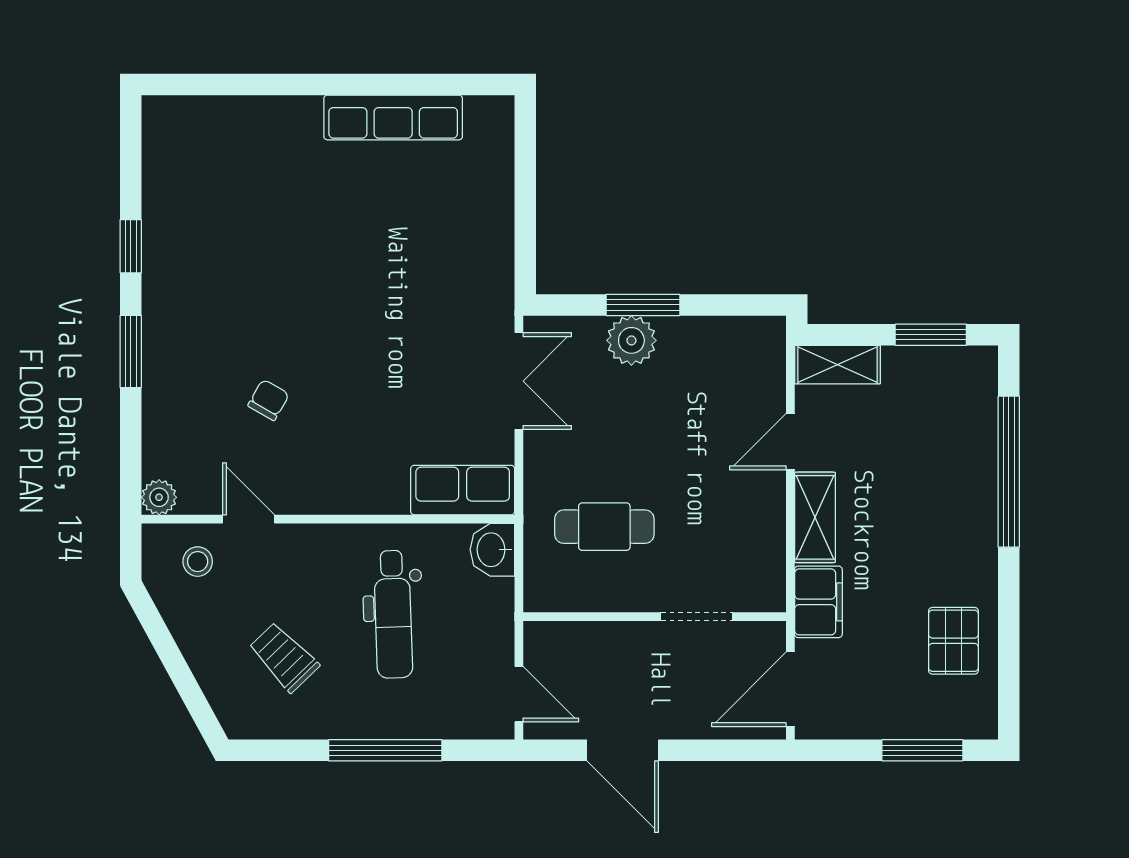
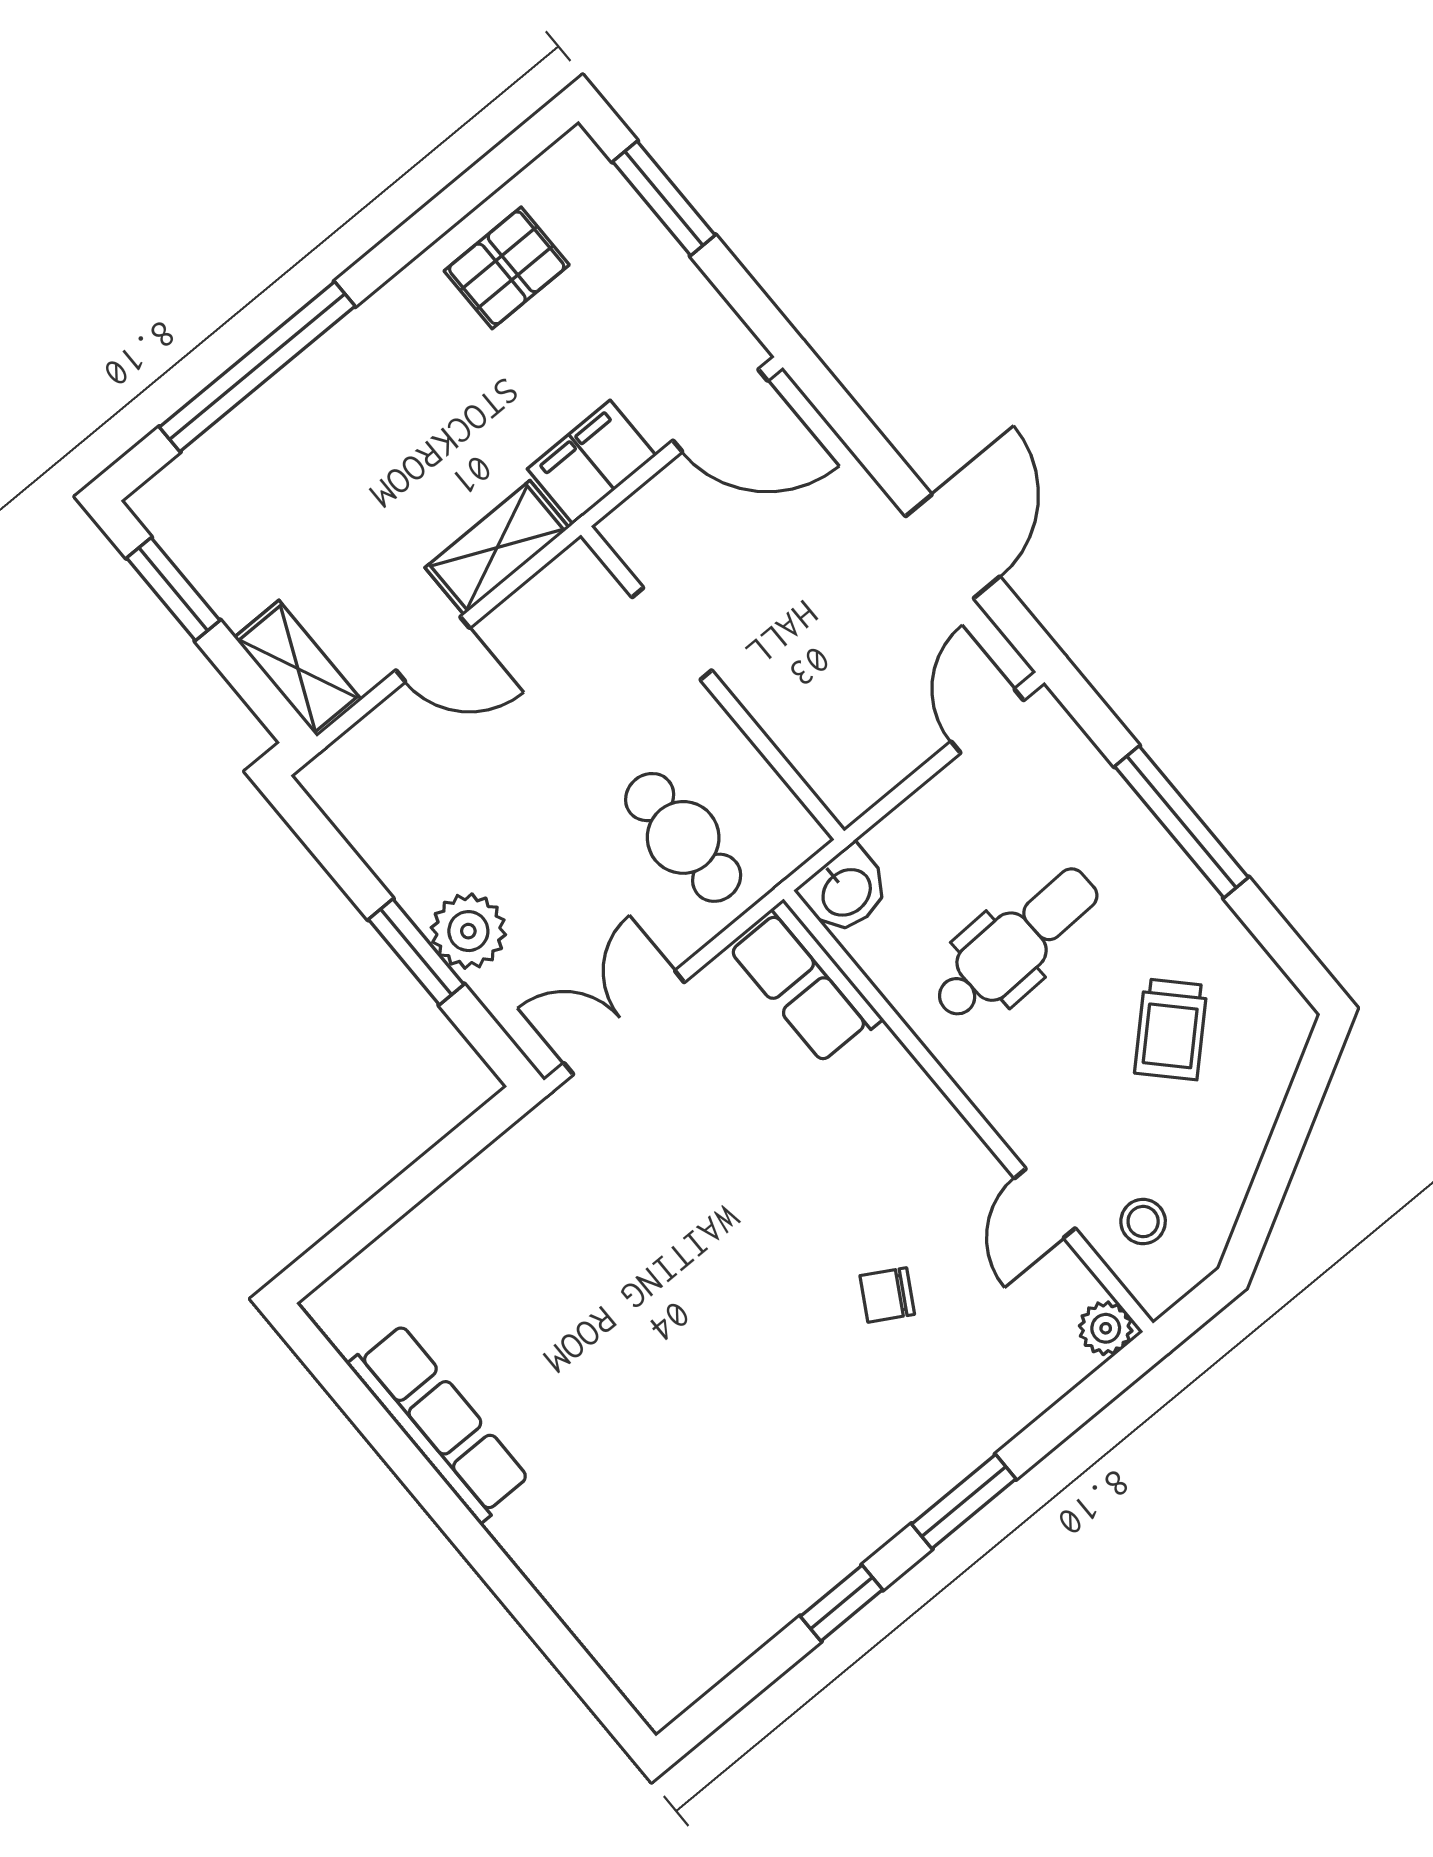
cafe table: (604, 527) -> (683, 837), moved
wall: (655, 617) -> (713, 683), moved
doorway: (697, 617) -> (672, 634), moved

